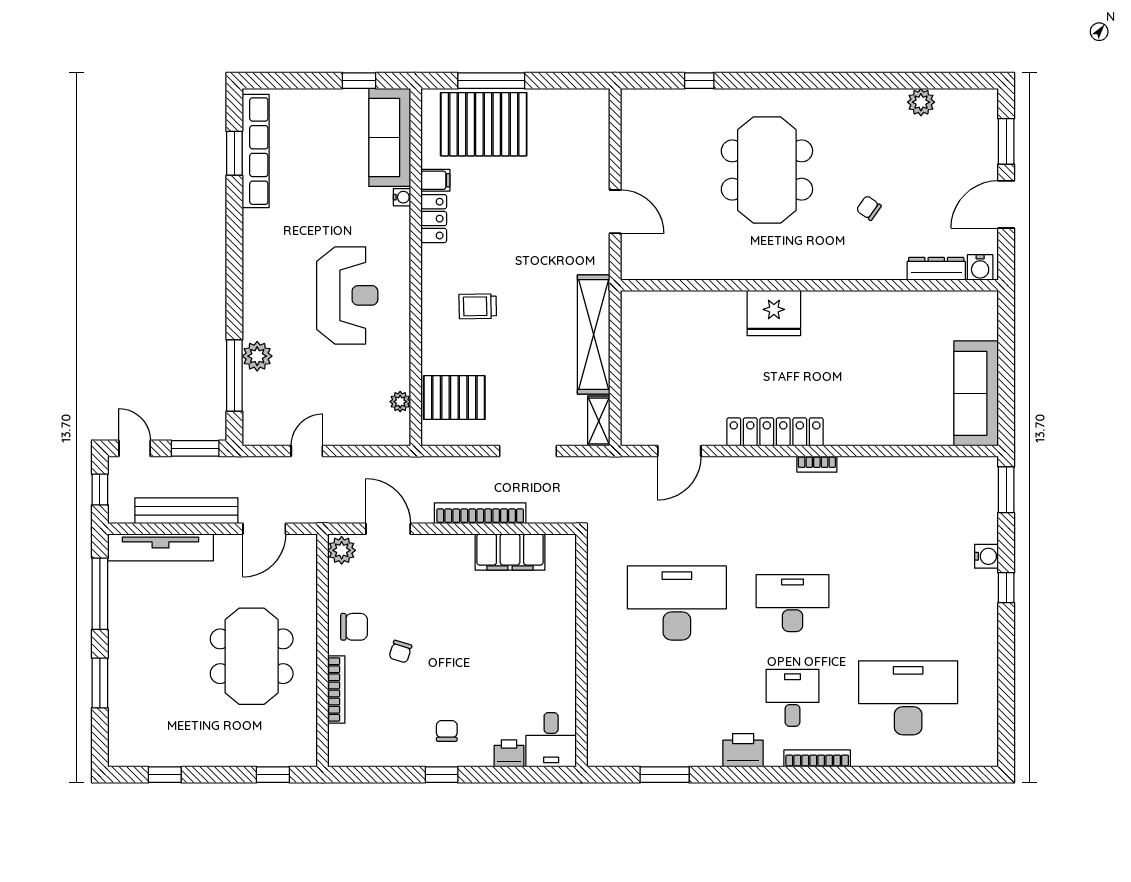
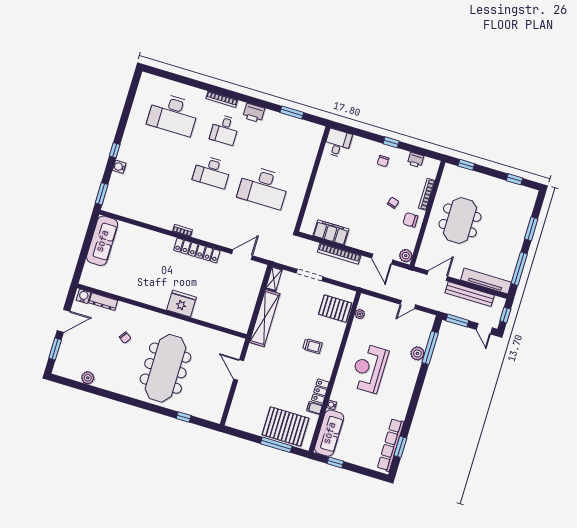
meeting table: (767, 170) -> (165, 368), width x1.36
printer: (509, 753) -> (415, 160), moved

